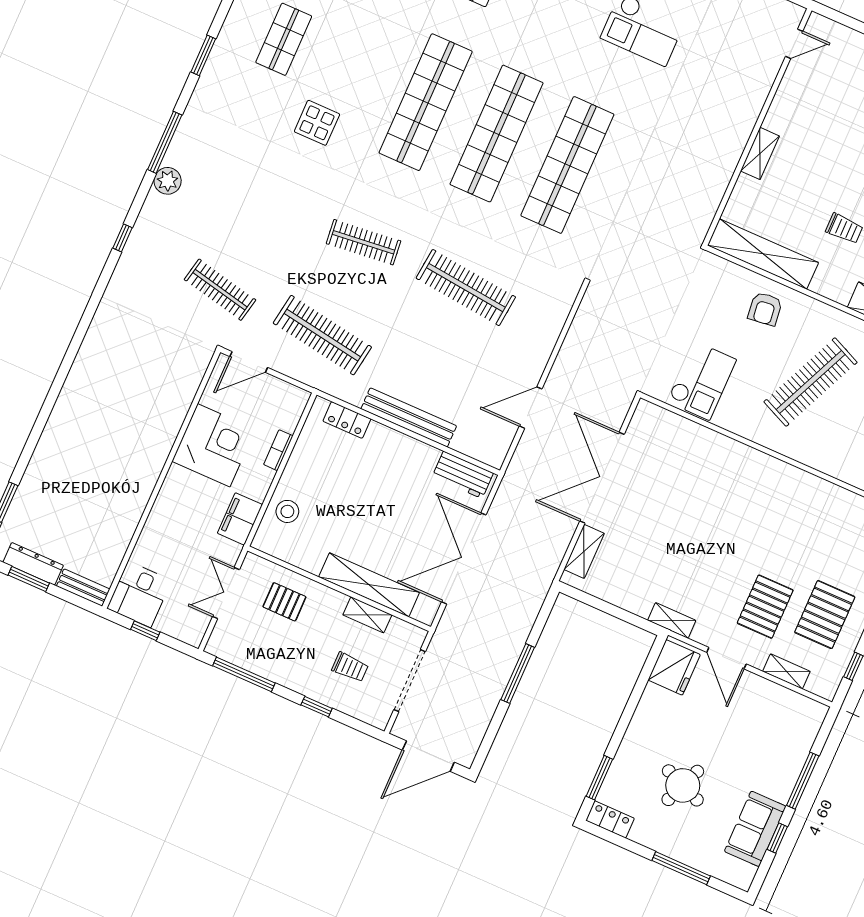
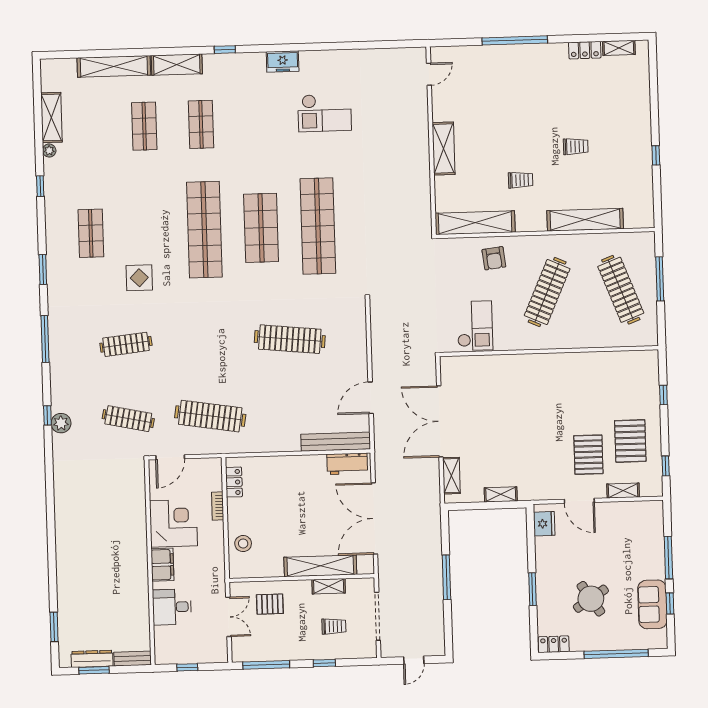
shop shelf: (497, 134) -> (261, 228), width x0.71
shelving: (760, 153) -> (444, 149), width x1.50, depth x1.33
plant: (168, 181) -> (61, 423), moved
clothes rail: (364, 242) -> (126, 344), moved
bench: (409, 417) -> (336, 442), moved
locker: (347, 420) -> (234, 482), moved, turned -90
filing cabinet: (240, 519) -> (162, 565), moved, turned 180
double door: (226, 593) -> (228, 617), swing flipped
desk: (139, 594) -> (172, 607), moved, turned 90
shelving: (672, 620) -> (501, 494), moved
fridge: (674, 667) -> (544, 524), width x0.73, depth x0.75
door: (428, 756) -> (414, 660), width x0.53
window: (599, 778) -> (532, 589), moved
round table: (683, 785) -> (591, 599), turned 35
window: (681, 868) -> (616, 654), width x1.46

